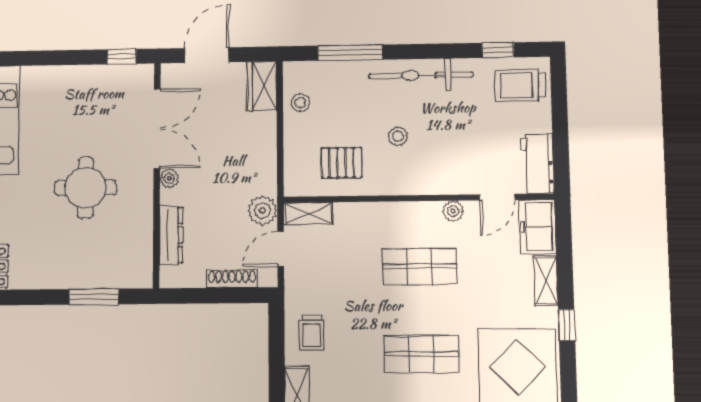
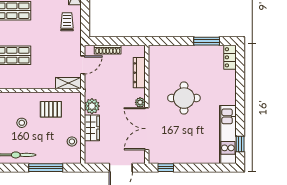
wardrobe: (262, 86) -> (92, 128), moved
plant: (262, 210) -> (92, 106), moved
window: (94, 297) -> (207, 41), moved

